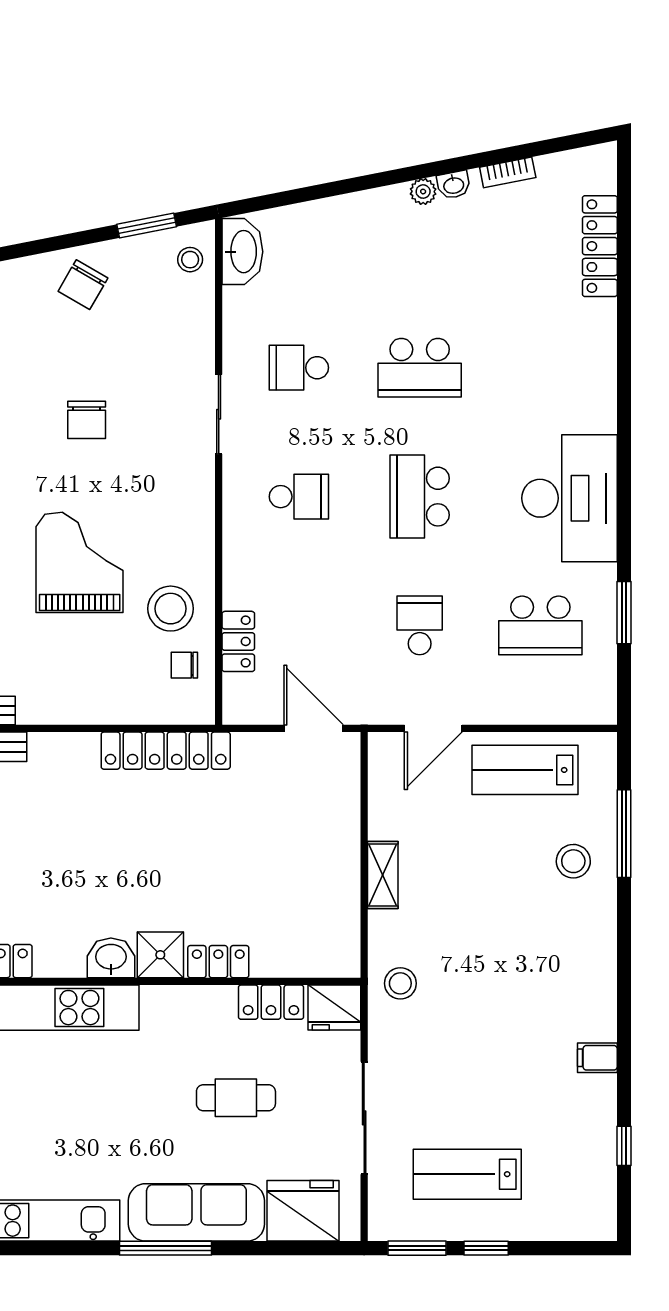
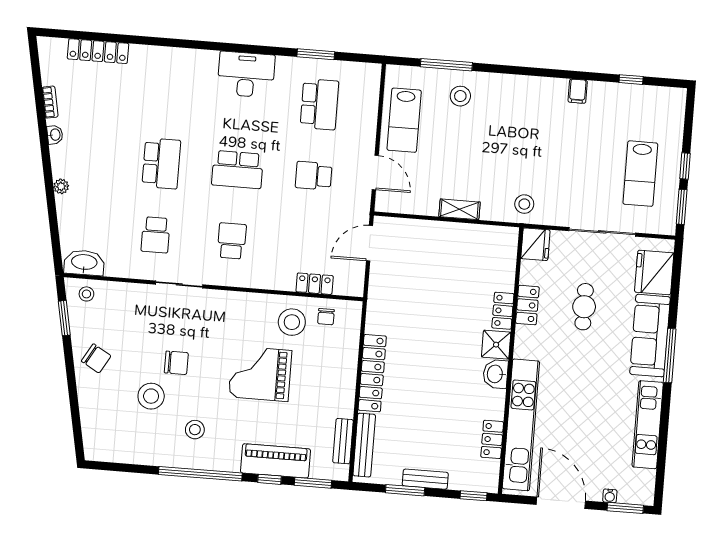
plant: (423, 192) -> (61, 186), moved
stool: (27, 382) -> (151, 396), added
desk: (570, 498) -> (246, 75), width x0.73, depth x0.77
locker: (166, 751) -> (372, 373), moved
locker: (271, 1002) -> (527, 305), moved

